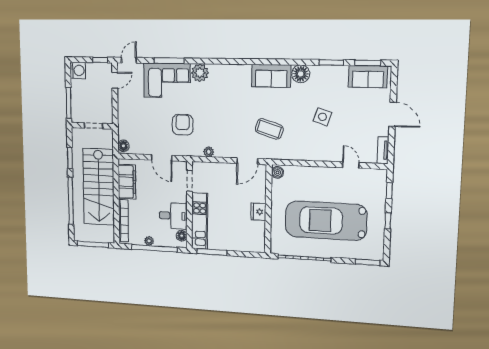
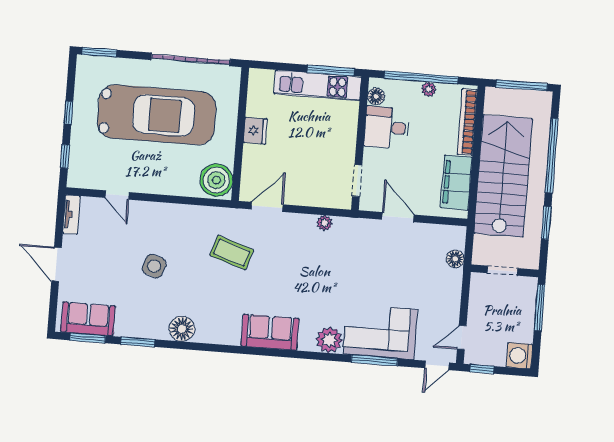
sofa: (271, 76) -> (270, 332), moved
armchair: (183, 125) -> (361, 265), removed
floor lamp: (123, 146) -> (455, 259), moved
boiler: (277, 172) -> (216, 180), width x1.86, depth x1.86
kitchen unit: (200, 221) -> (318, 85), moved, turned -90

